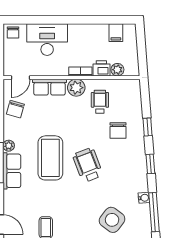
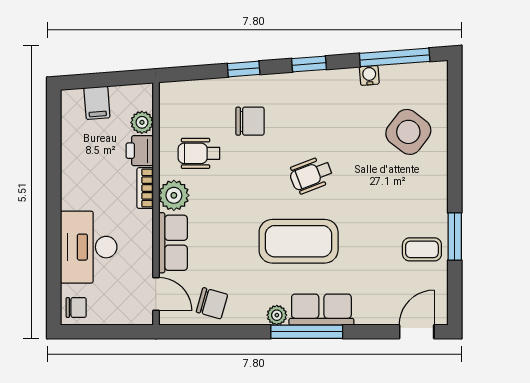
filing cabinet: (116, 33) -> (97, 103), moved, turned 86
wheelchair: (88, 165) -> (311, 175), width x0.73, depth x0.73

